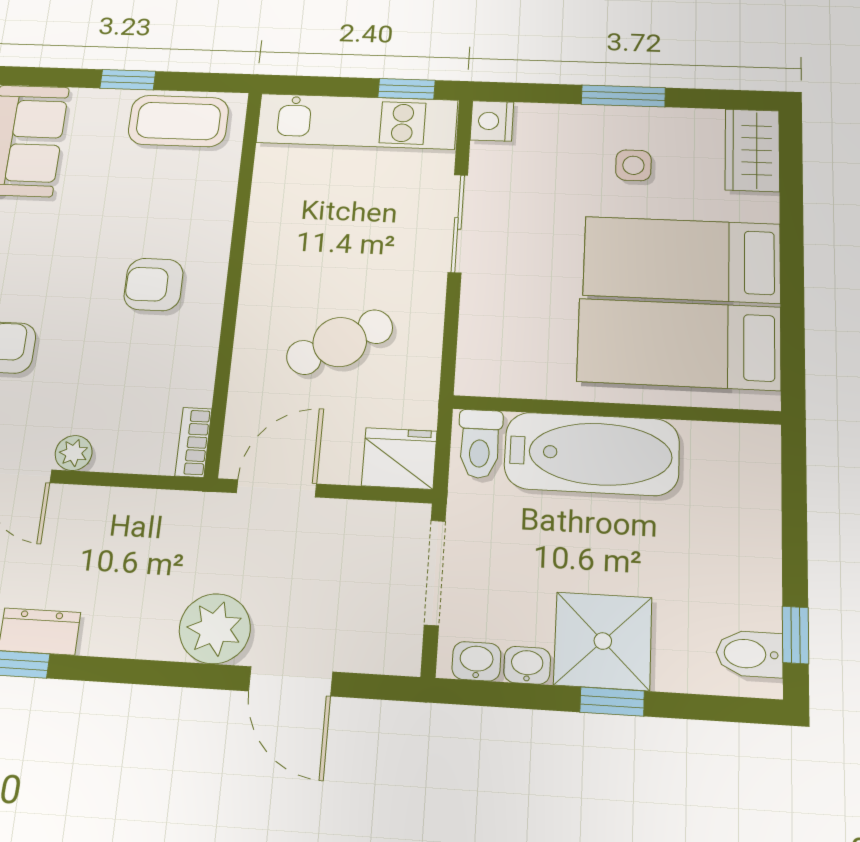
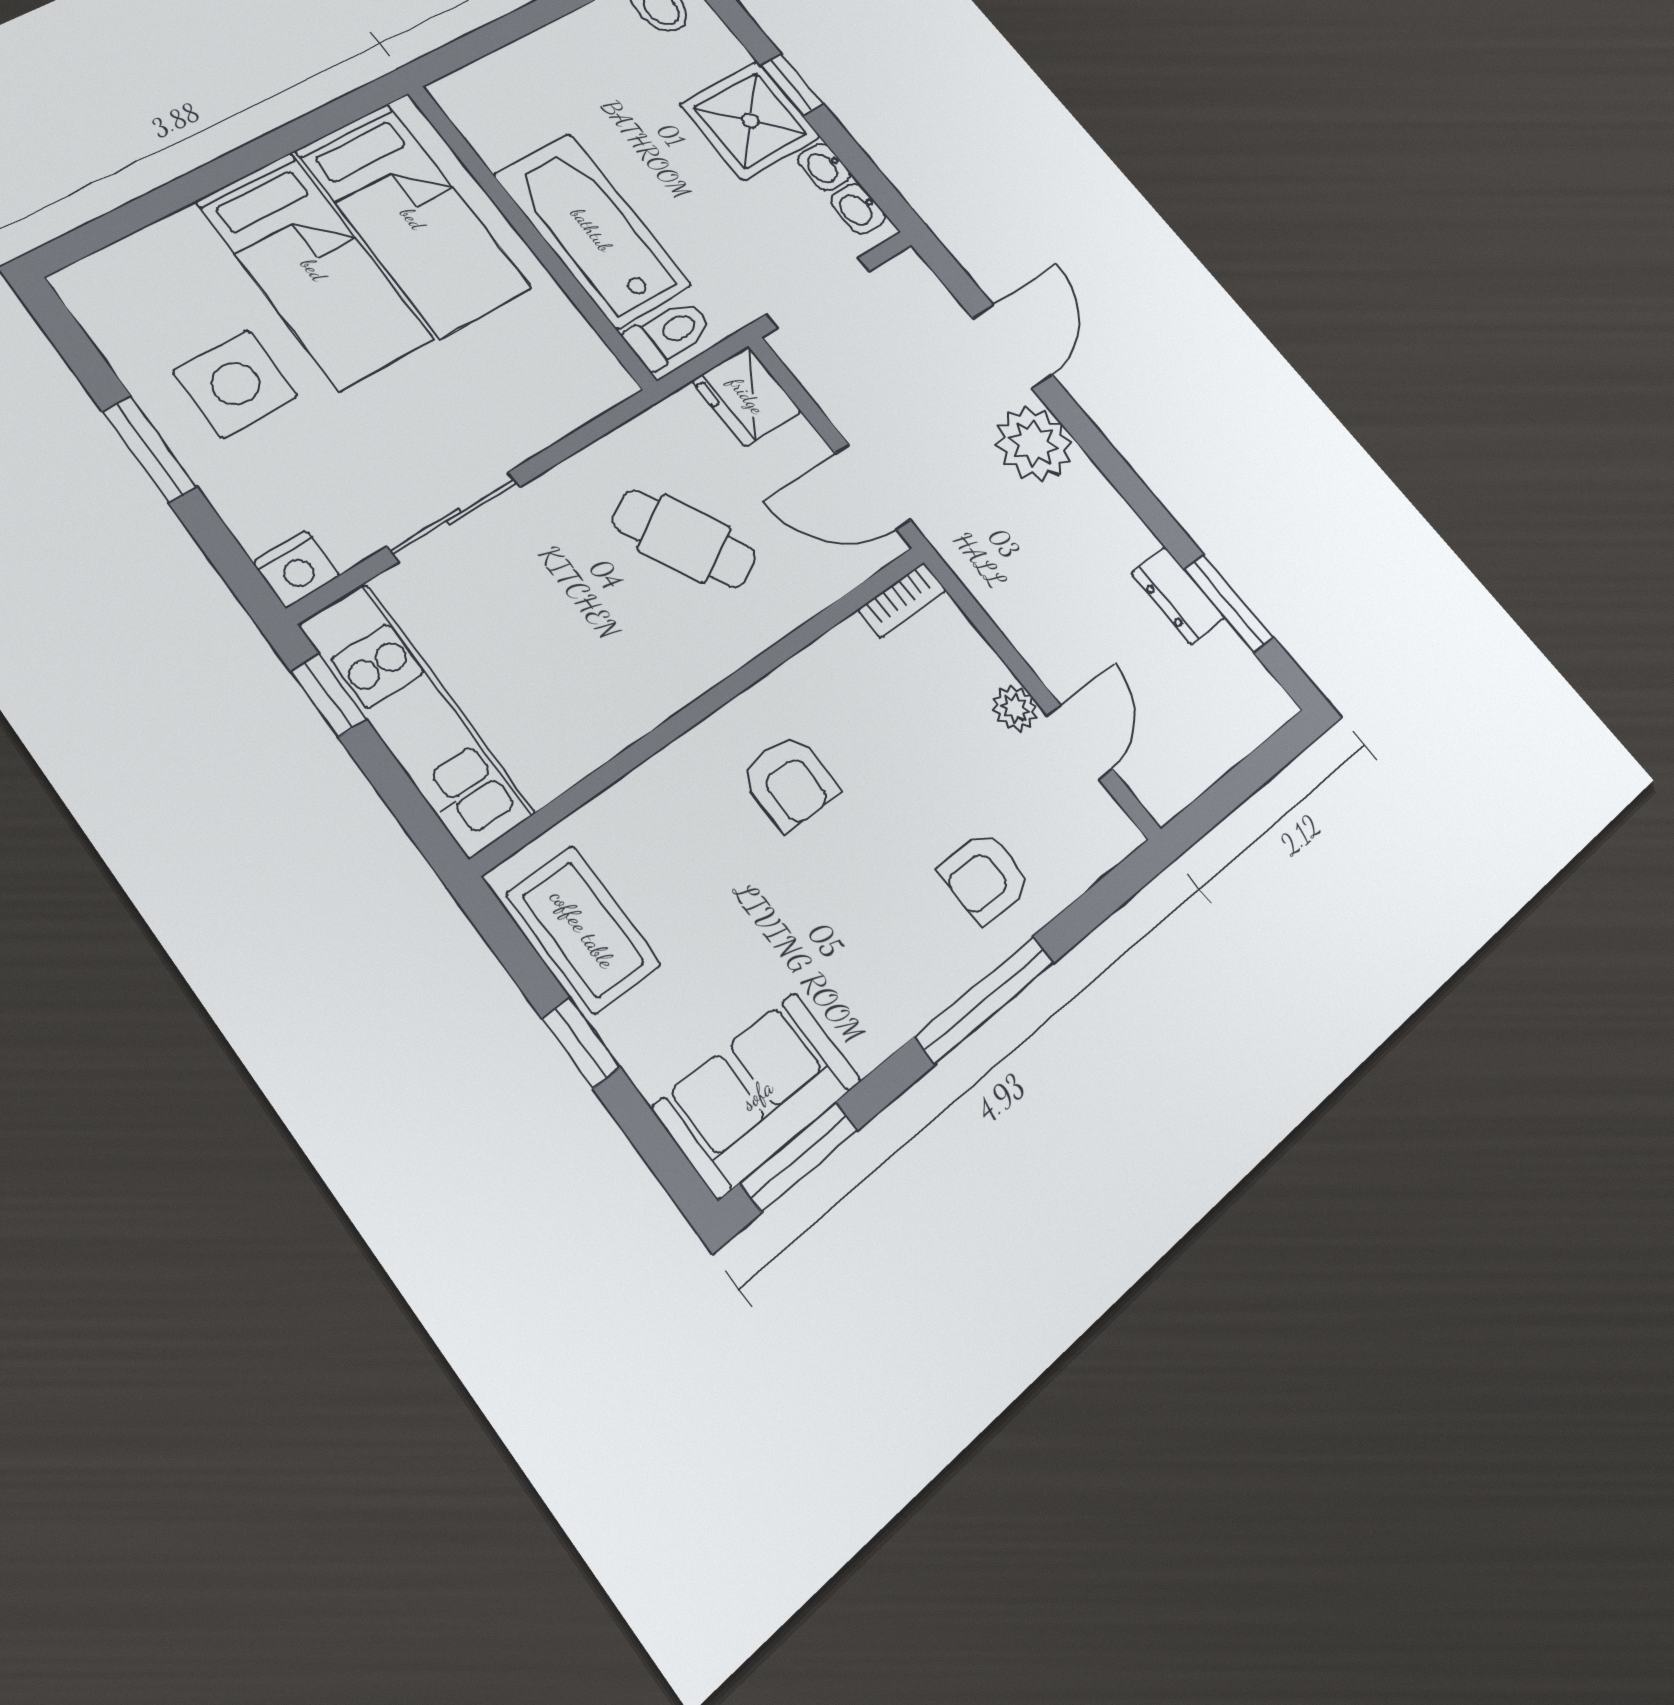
wardrobe: (752, 150) -> (119, 276), removed
side table: (633, 165) -> (235, 384), width x1.87, depth x1.87

